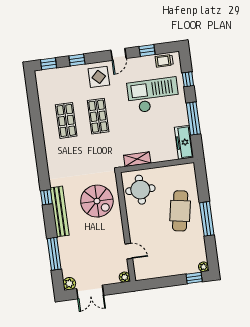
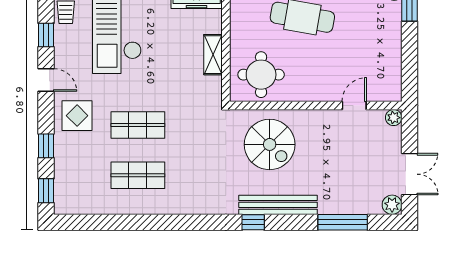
shelving: (137, 159) -> (213, 55), moved
spiral stairs: (97, 201) -> (270, 144), turned 90

